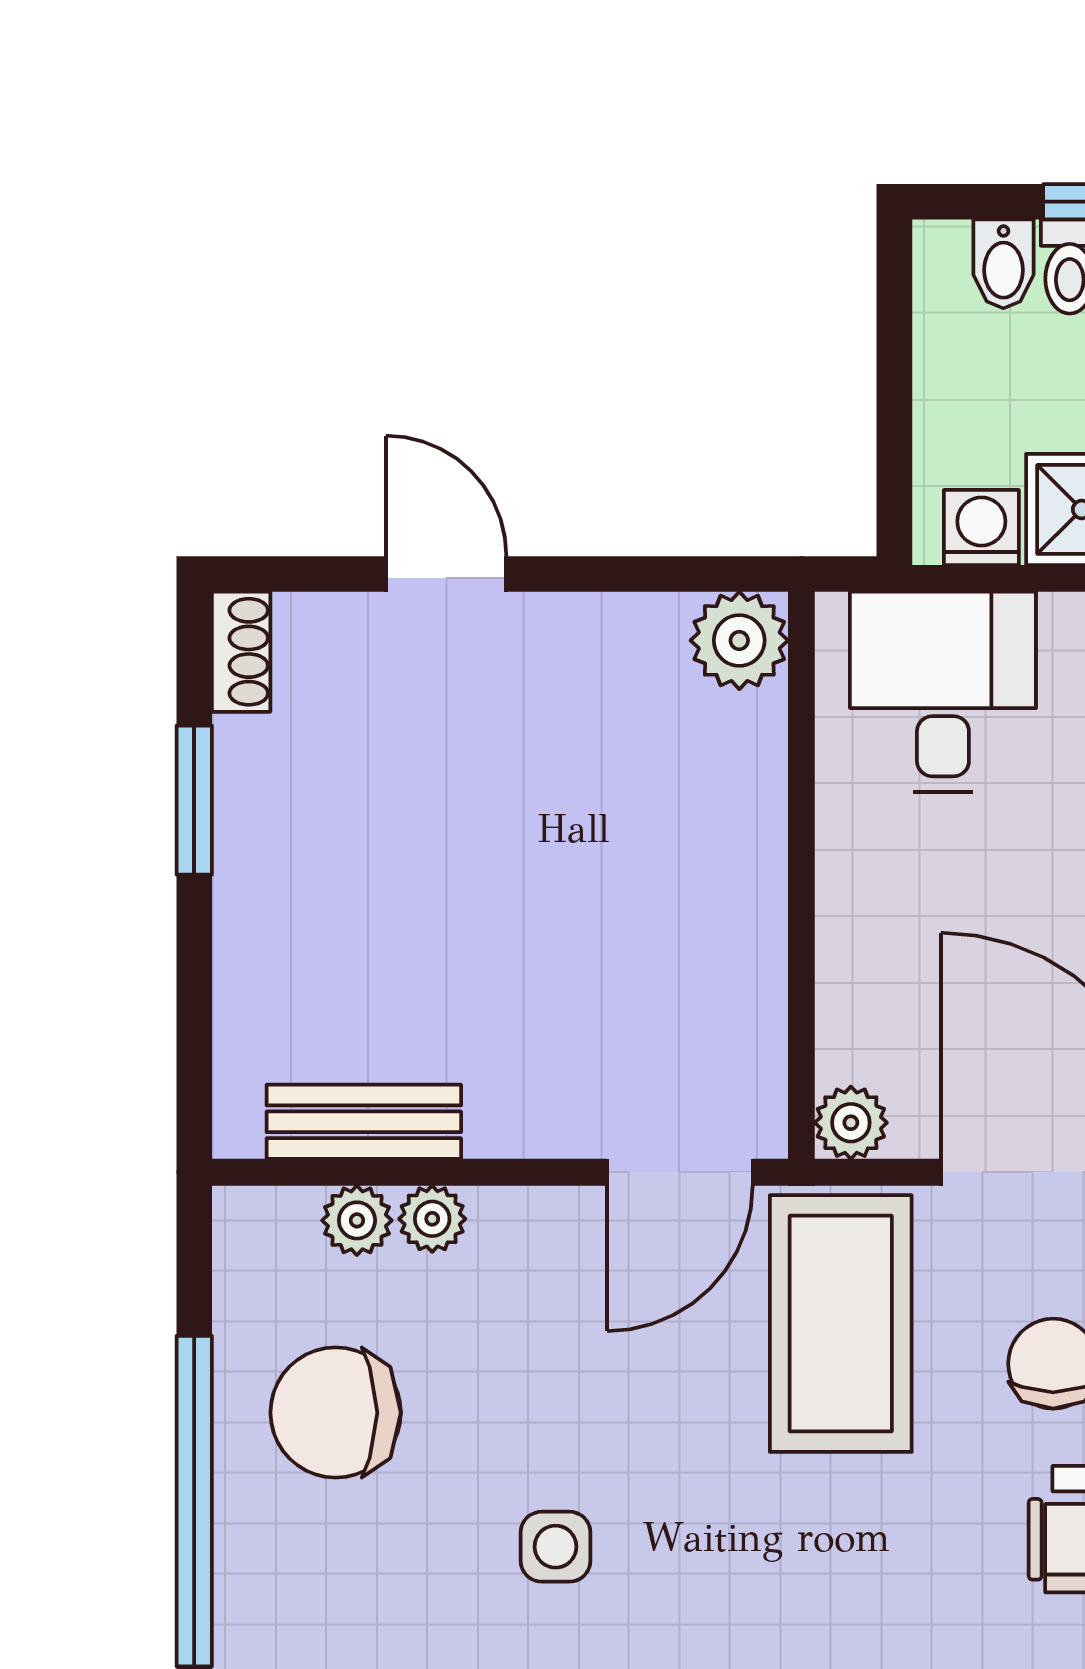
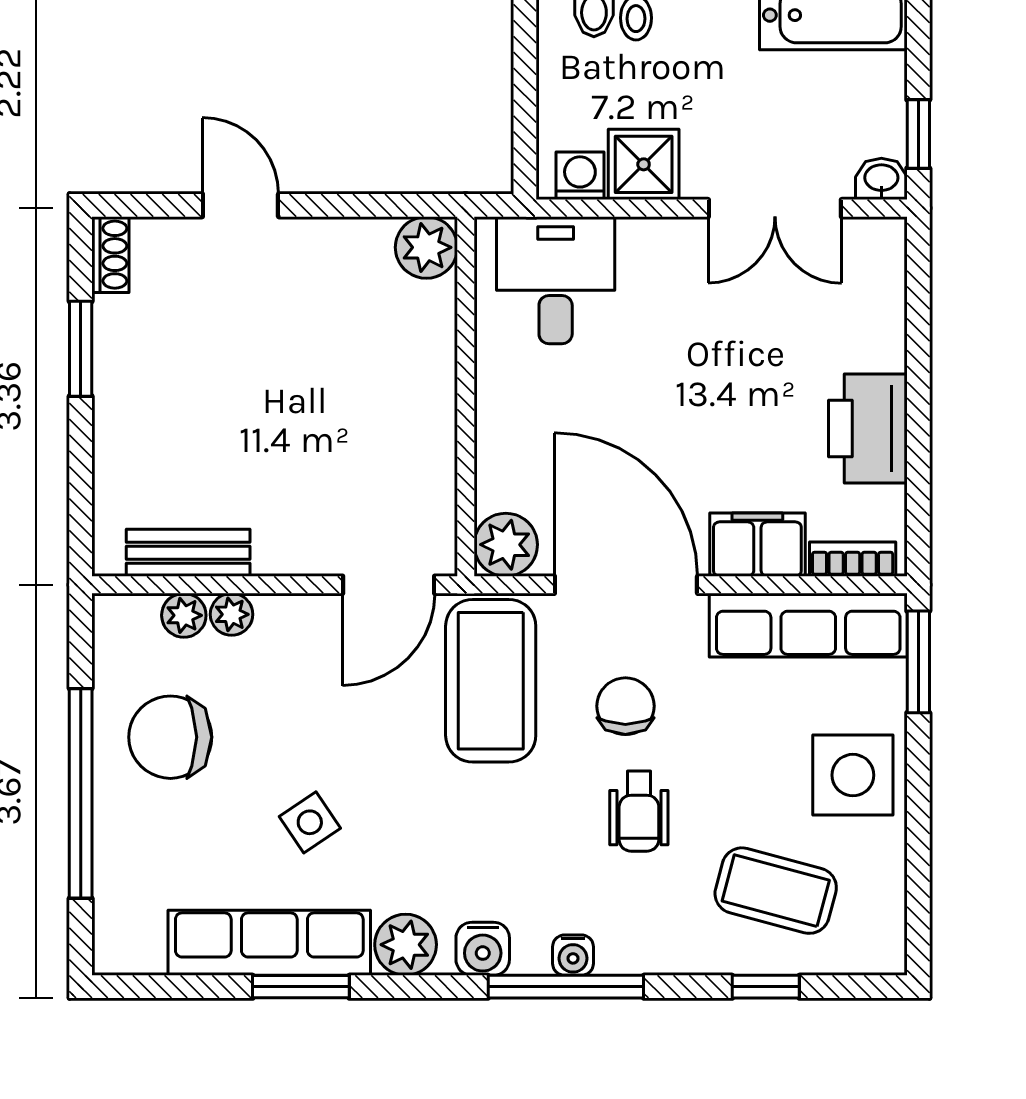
plant: (851, 1123) -> (506, 545), width x1.38, depth x1.38
side table: (556, 1547) -> (310, 822), turned -34

